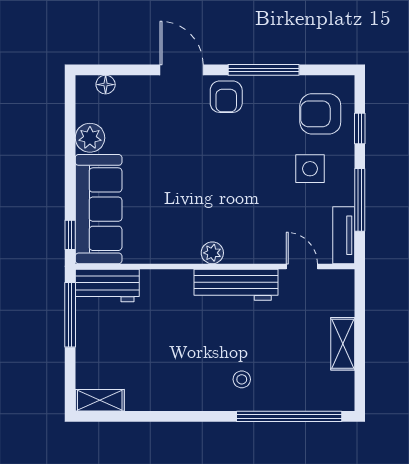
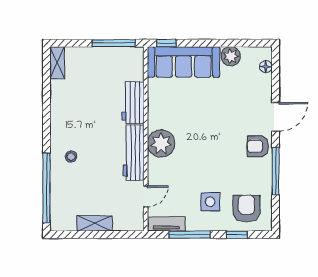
plant: (212, 253) -> (161, 143), width x1.87, depth x1.87
workbench: (107, 285) -> (133, 103), moved

